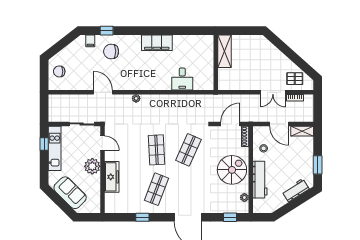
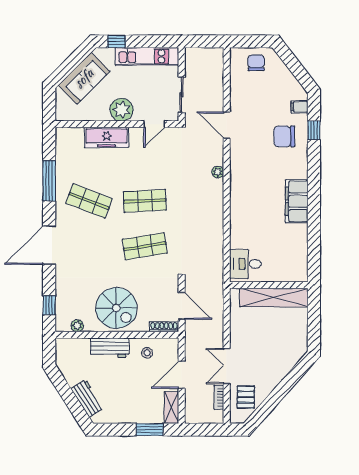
chair: (111, 51) -> (284, 136), turned -90
shelving: (225, 51) -> (274, 297), width x1.47
desk: (182, 79) -> (245, 264), moved
door: (103, 92) -> (227, 125), swing flipped
window: (44, 144) -> (117, 41), moved
shop shelf: (188, 150) -> (145, 246), turned -33
window: (318, 165) -> (150, 430), moved
workbench: (260, 180) -> (110, 348), width x0.73
window: (142, 217) -> (49, 181), width x2.17

